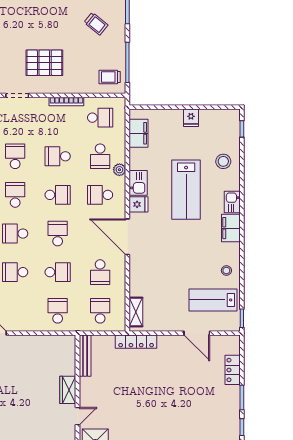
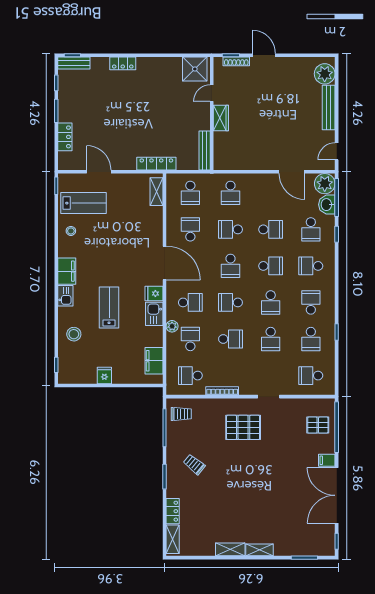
lab bench: (186, 190) -> (109, 307), width x0.73, depth x0.72

